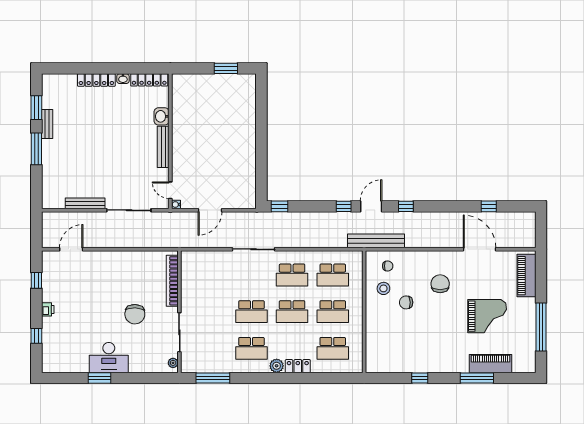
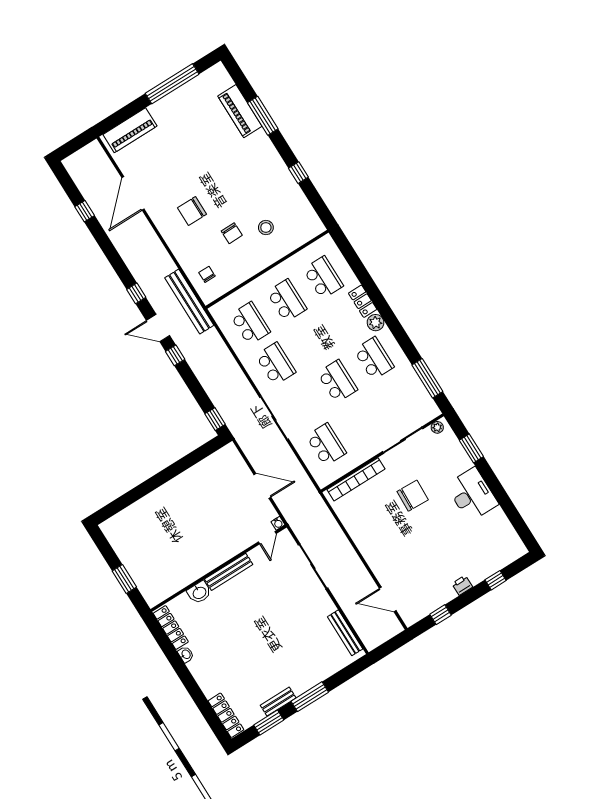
window: (226, 68) -> (124, 579), moved
locker: (96, 80) -> (226, 715), moved
bench: (85, 203) -> (345, 633), moved
stool: (383, 288) -> (266, 228), moved
school desk: (292, 312) -> (326, 445), moved
grand piano: (487, 316) -> (195, 144), removed
window: (100, 378) -> (471, 448), moved

